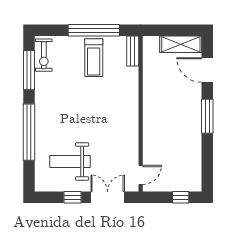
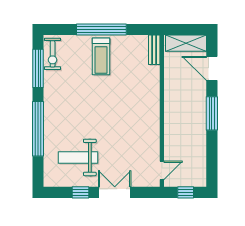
bench: (133, 51) -> (154, 50), moved
wall: (141, 114) -> (162, 111), moved
door: (141, 175) -> (162, 170), moved

